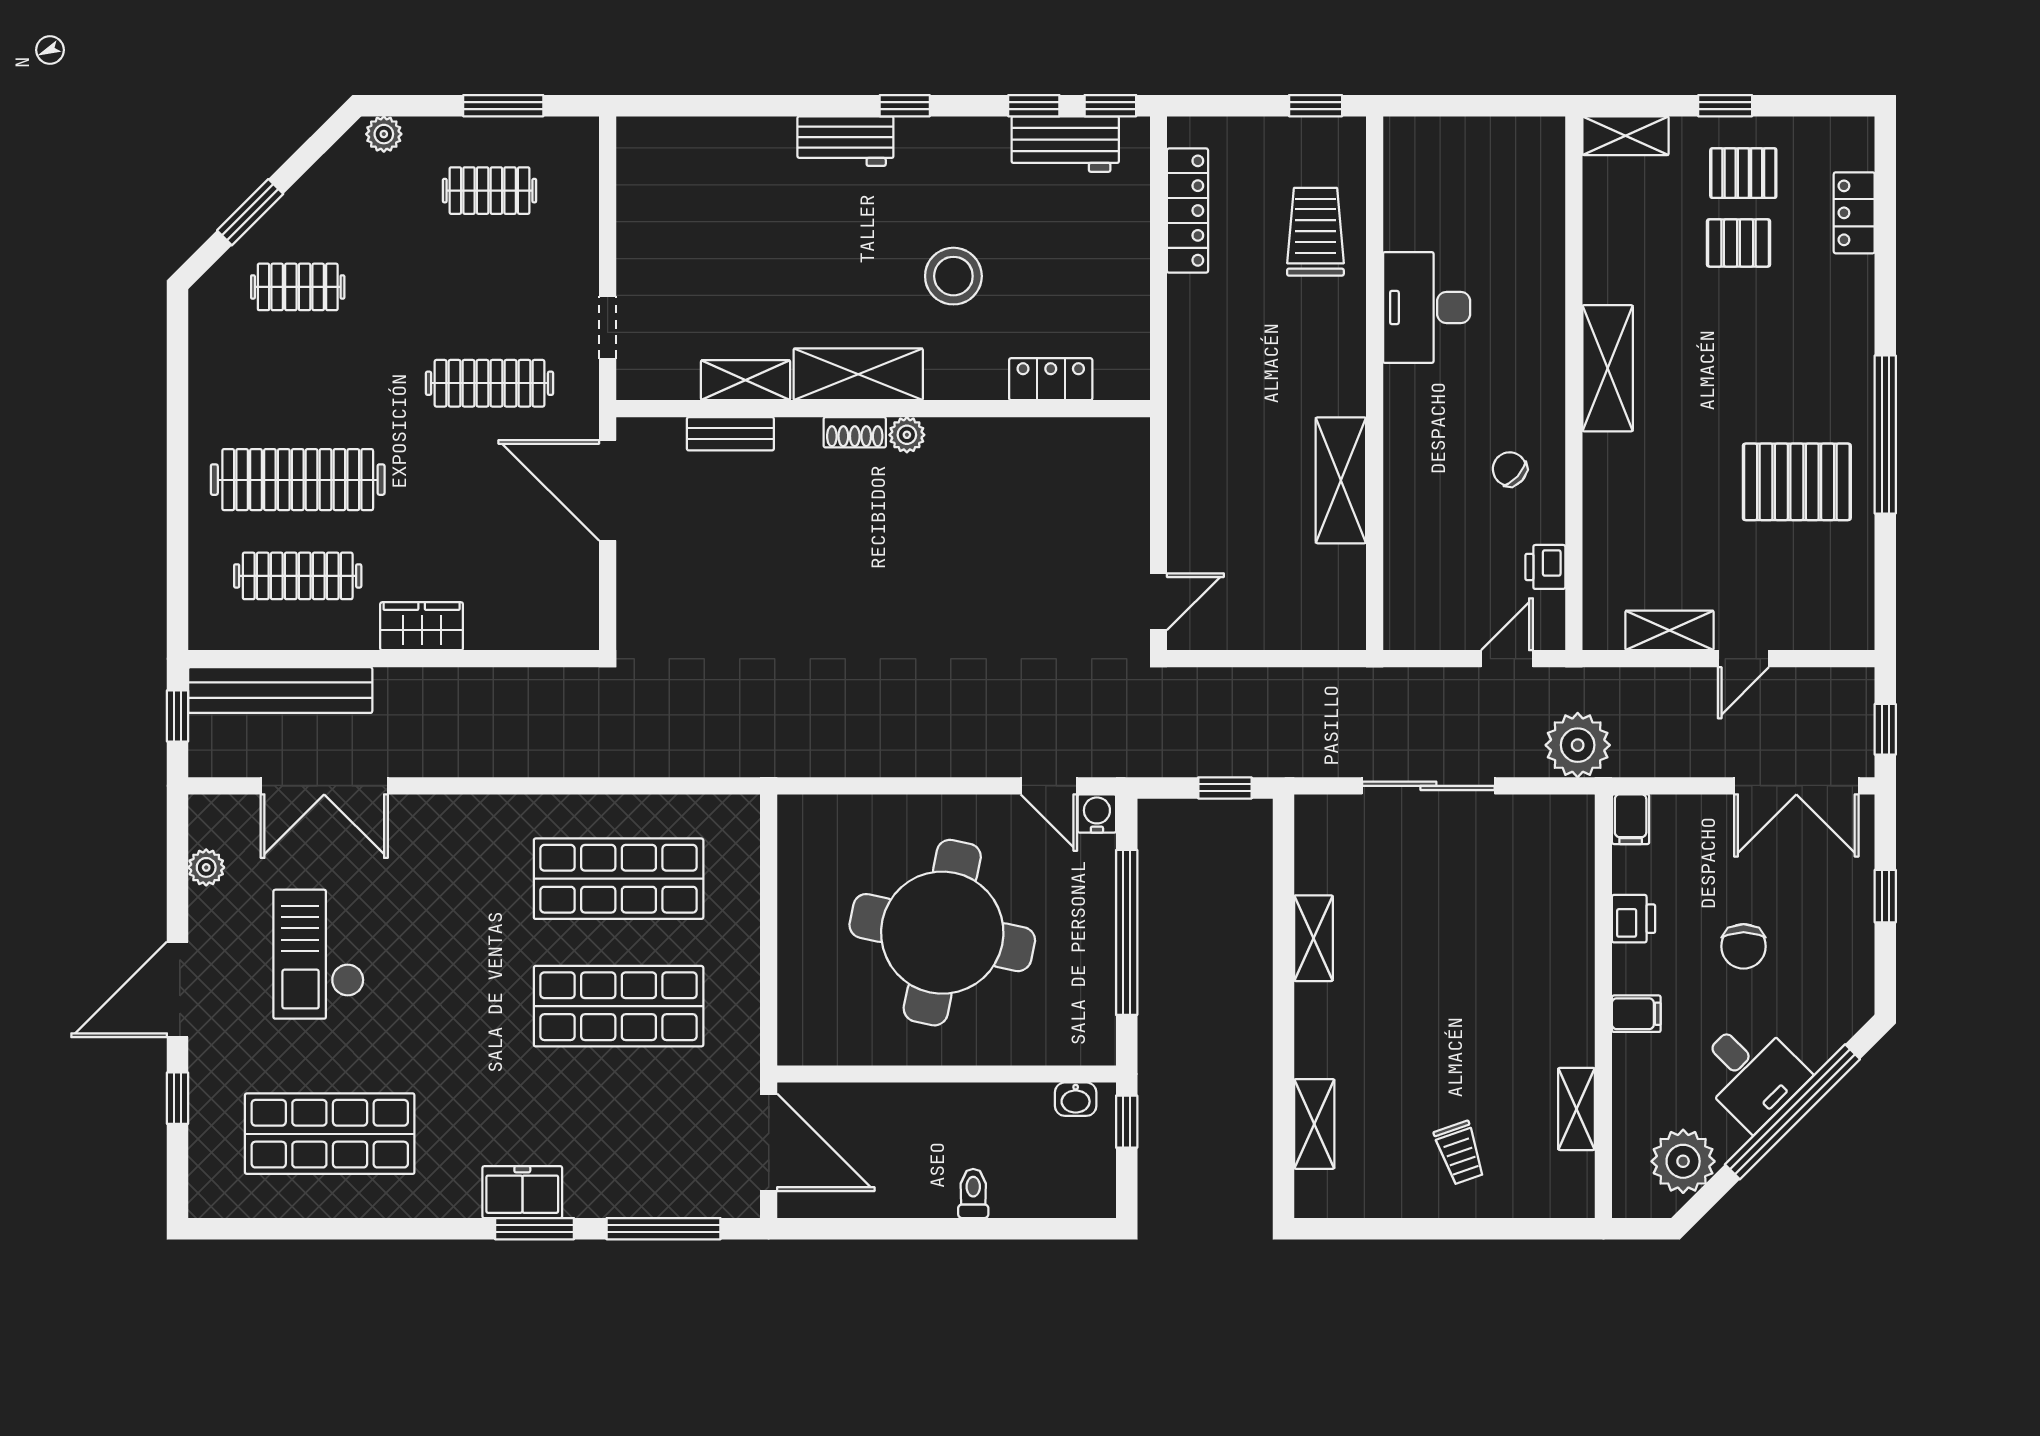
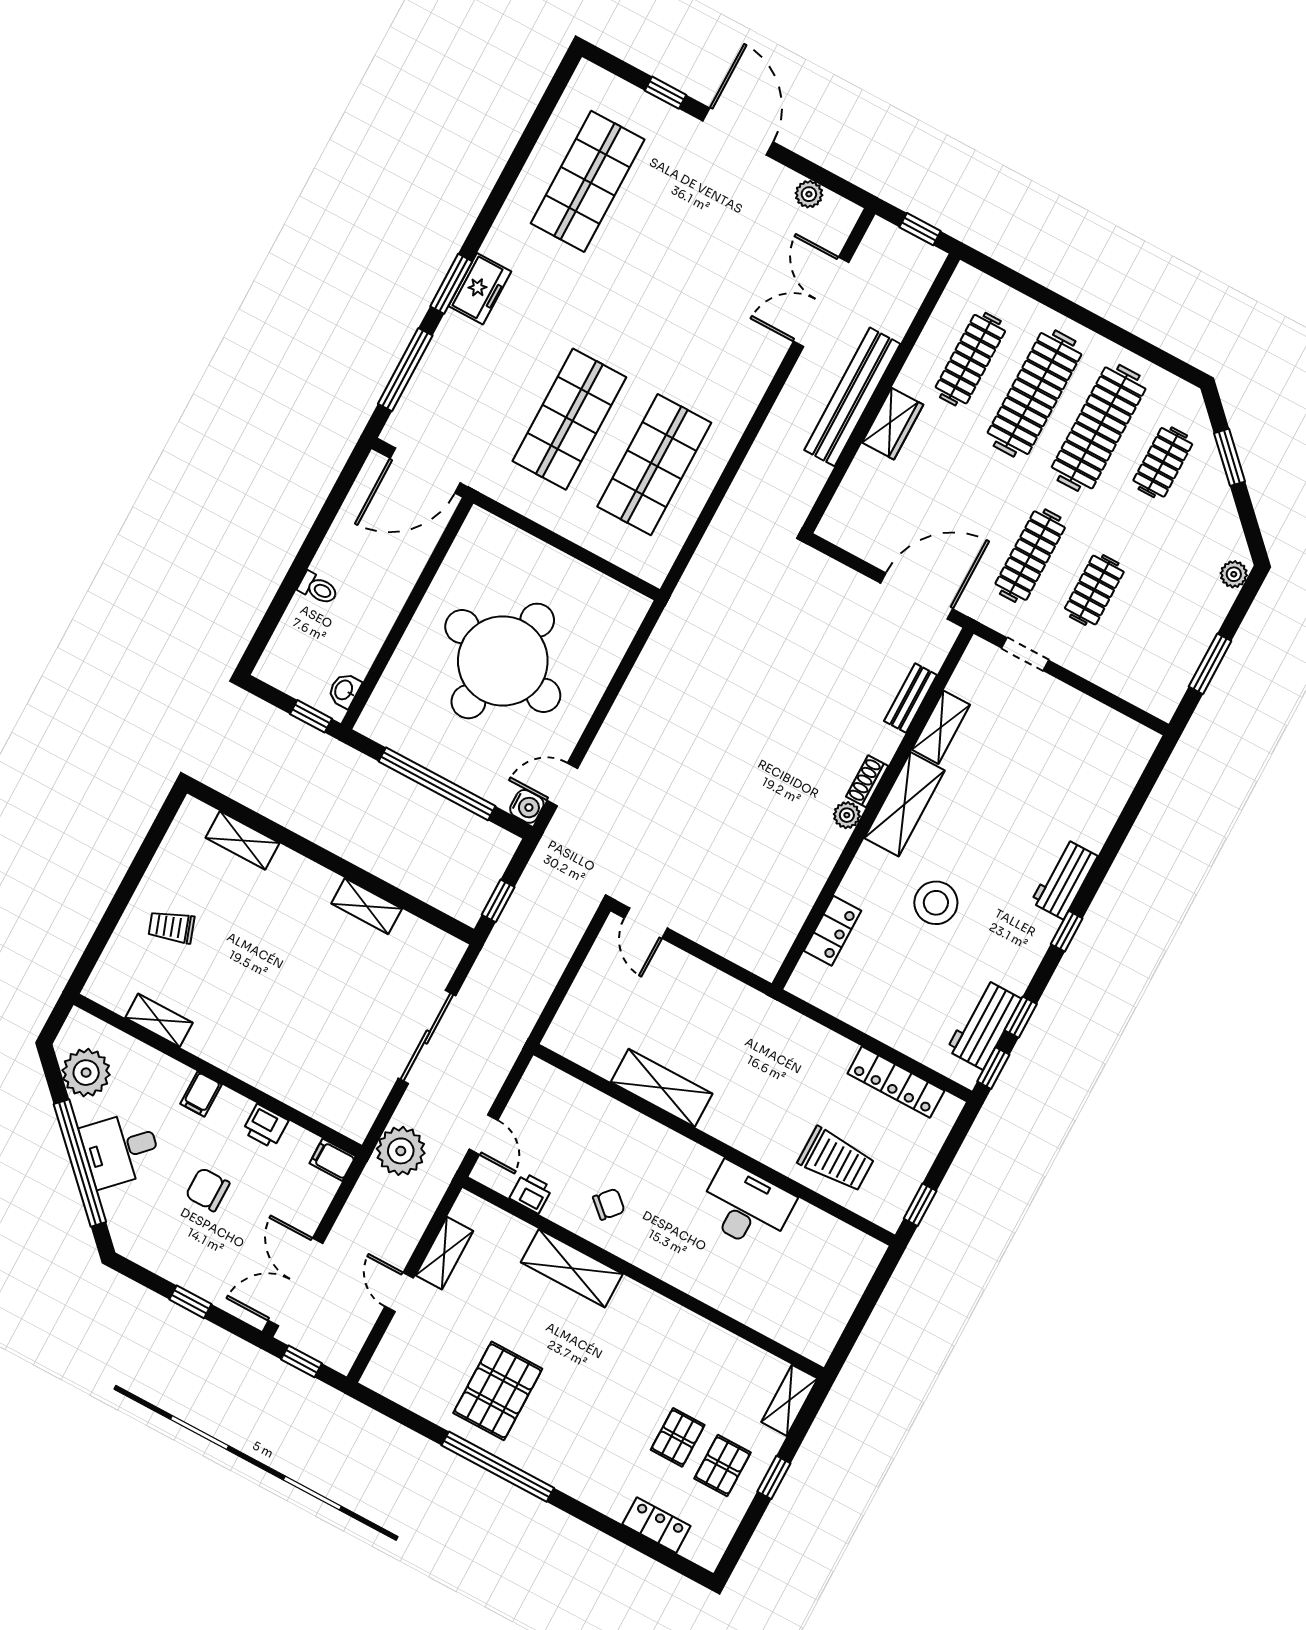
clothes rail: (490, 191) -> (1094, 590), moved
shelving: (1608, 368) -> (572, 1268), moved
clothes rail: (298, 383) -> (1099, 428), added
bench: (280, 690) -> (852, 397), moved
checkout: (319, 954) -> (711, 238), removed

